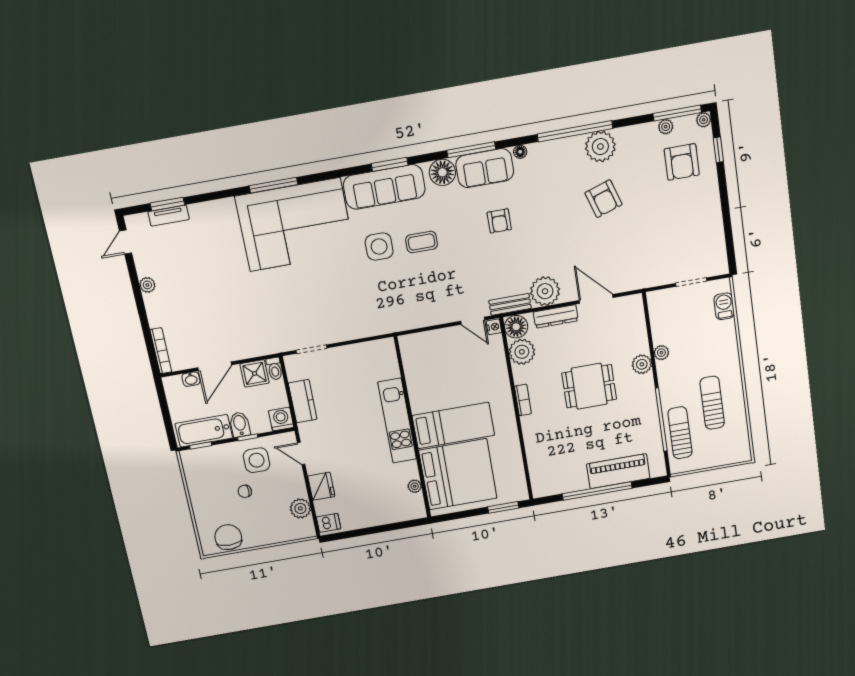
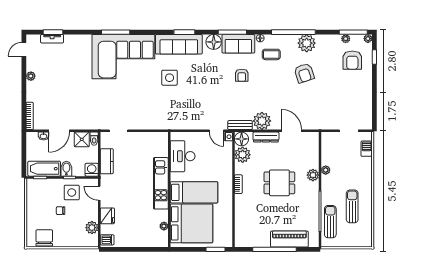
coffee table: (422, 242) -> (271, 54), moved
desk: (424, 371) -> (183, 156), added

